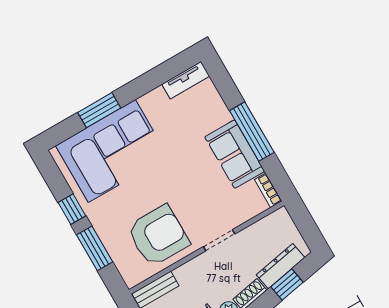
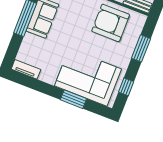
window: (72, 209) -> (126, 87), moved

